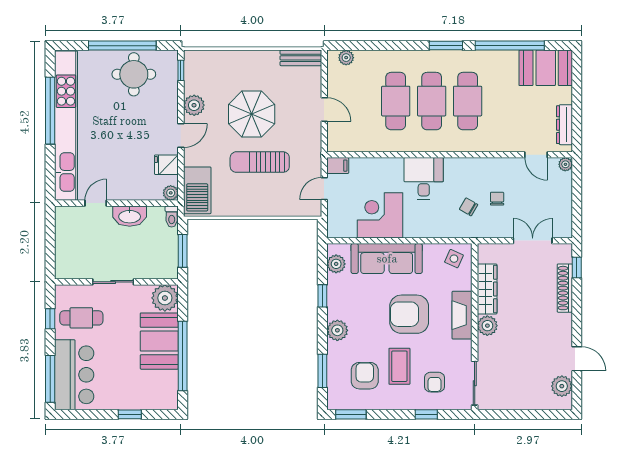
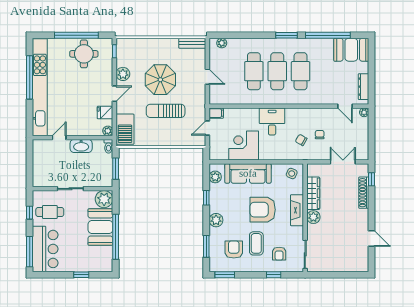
plant: (562, 386) -> (362, 256), removed

